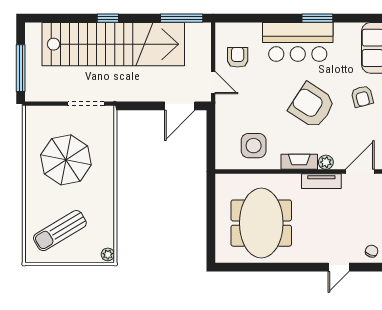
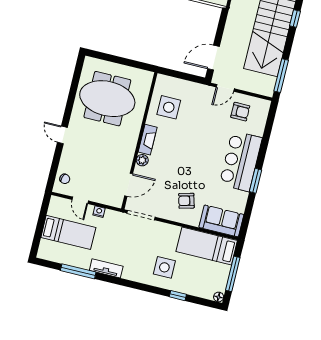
door: (180, 106) -> (214, 58), hinge flipped
armchair: (312, 106) -> (189, 160), removed
door: (360, 172) -> (129, 185), hinge flipped
tv unit: (321, 181) -> (128, 153), removed
door: (339, 267) -> (62, 135), moved

